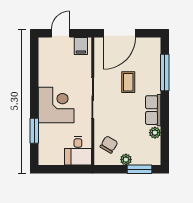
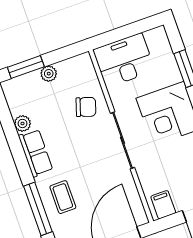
coffee table: (128, 82) -> (63, 197), moved
chair: (109, 145) -> (86, 107), moved, turned -103
desk: (78, 151) -> (124, 60), width x1.37

